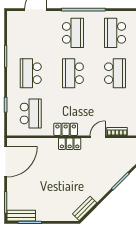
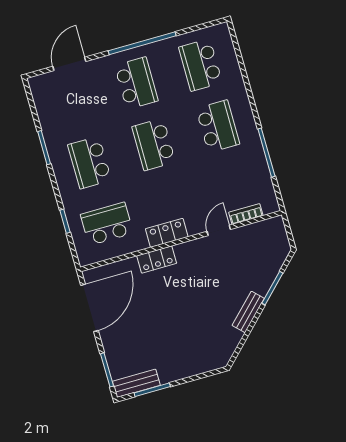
school desk: (31, 113) -> (107, 224), turned -90
locker: (70, 144) -> (157, 260), moved
bench: (85, 208) -> (248, 312), moved

